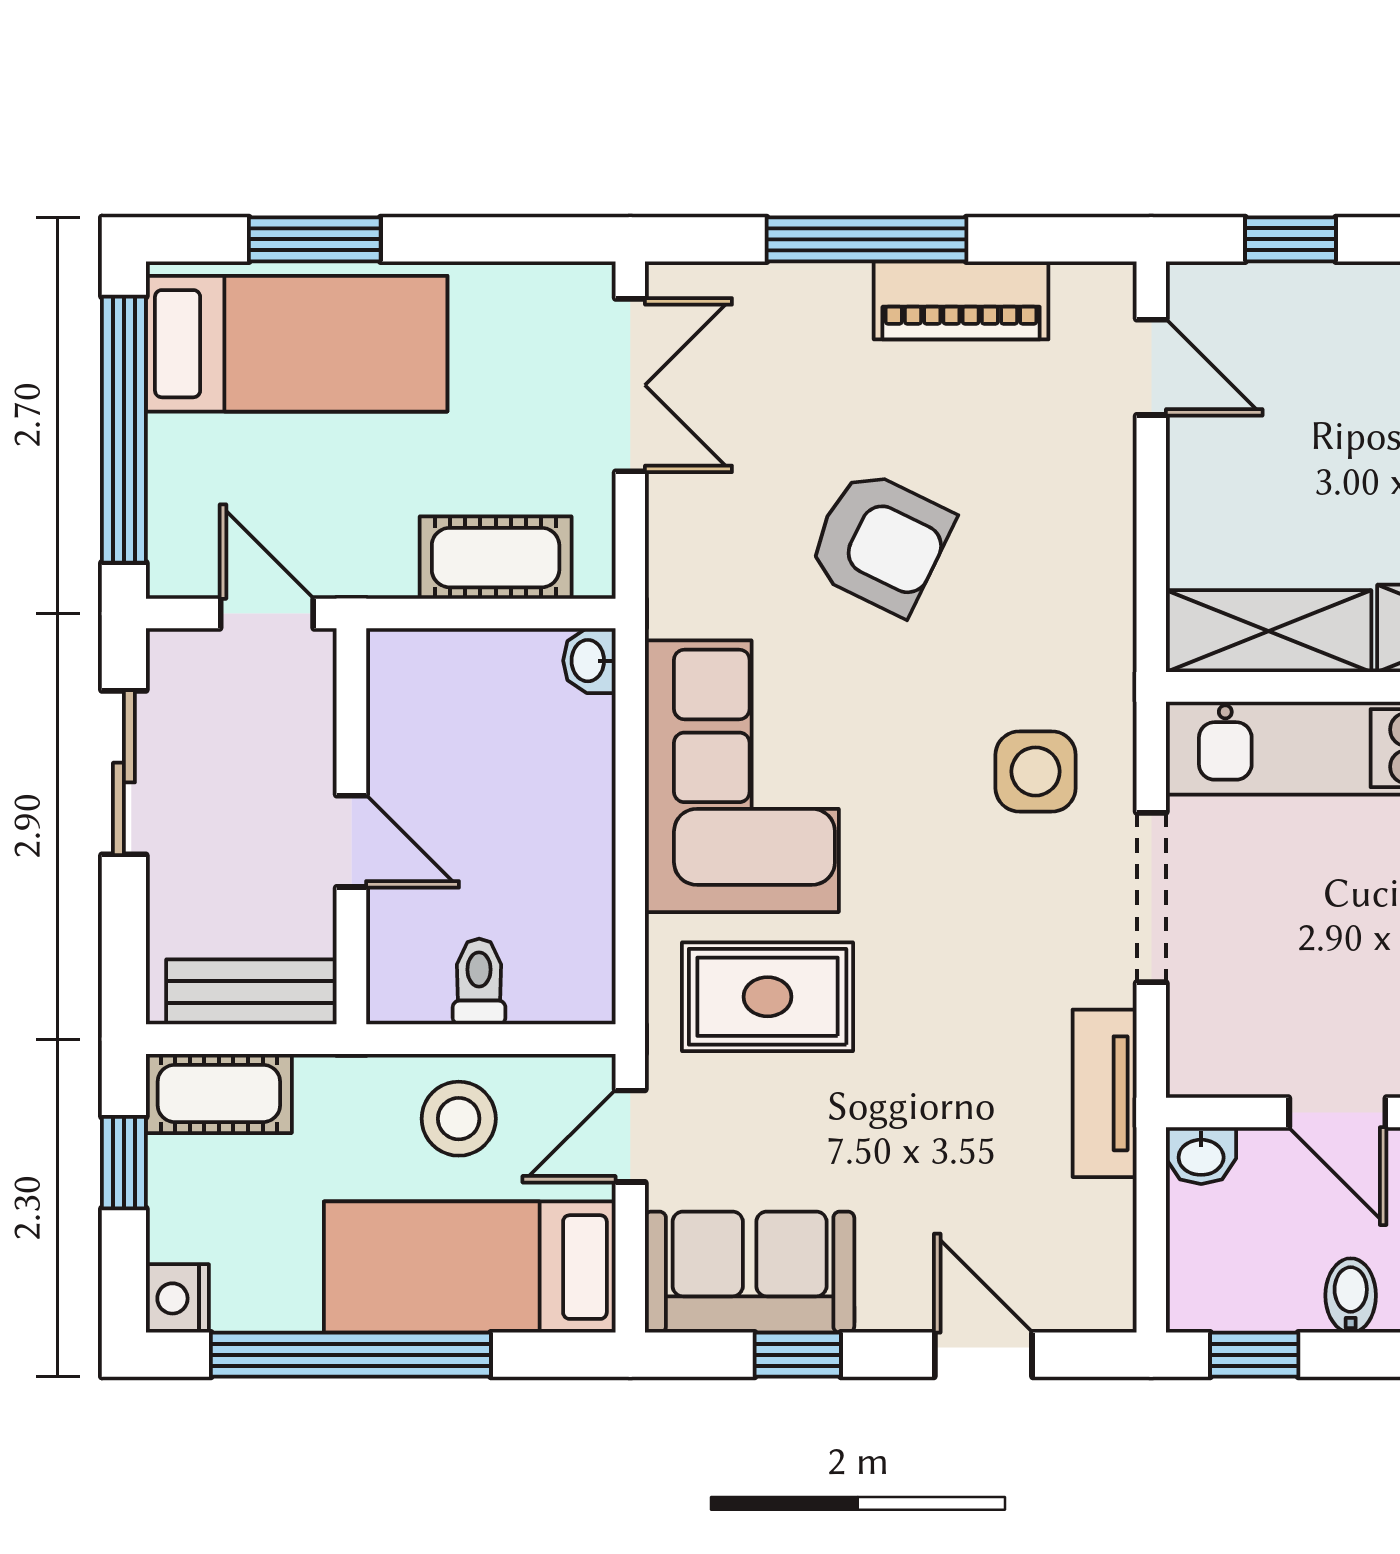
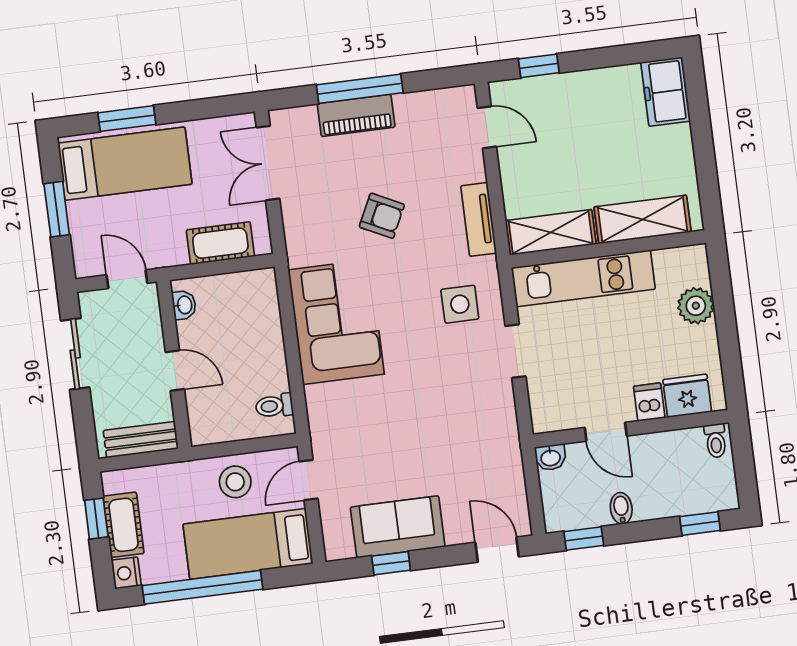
piano: (961, 300) -> (356, 115), moved
double door: (630, 385) -> (268, 163), swing flipped
window: (124, 430) -> (57, 209), width x0.47
armchair: (880, 542) -> (382, 216), width x0.72, depth x0.72
washbasin: (589, 661) -> (184, 305), moved, turned 180
doorway: (1151, 897) -> (515, 351), width x0.73
toilet: (479, 982) -> (274, 406), moved, turned -90
rug: (768, 997) -> (359, 414), removed
cot: (219, 1093) -> (124, 525), moved, turned 90
tv unit: (1105, 1093) -> (479, 219), moved
sofa: (750, 1272) -> (398, 527), moved
door: (983, 1355) -> (497, 550), moved

